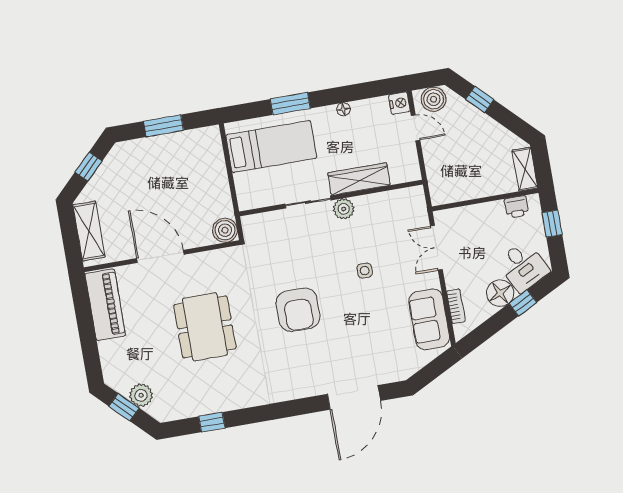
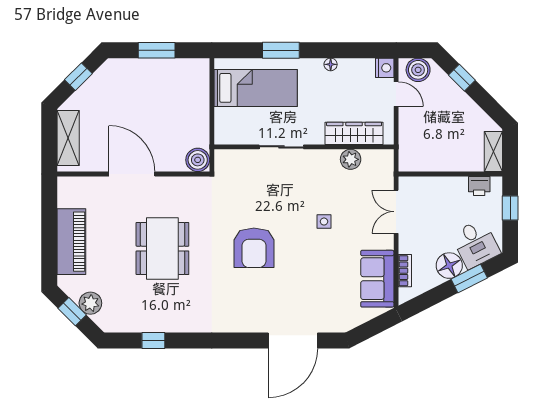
wardrobe: (359, 179) -> (354, 133), moved
plant: (344, 209) -> (351, 159), moved
window: (523, 303) -> (469, 279), width x1.50
piano: (105, 305) -> (71, 242), moved

